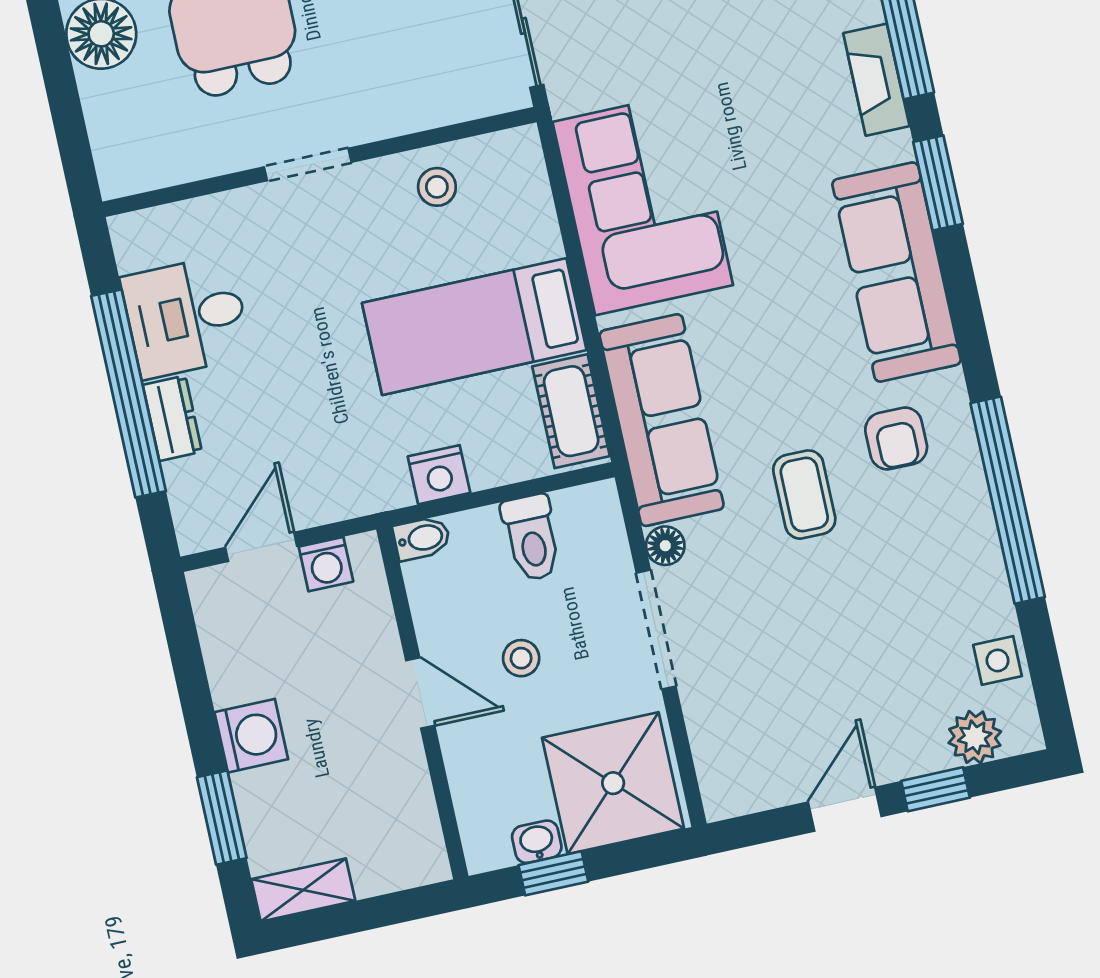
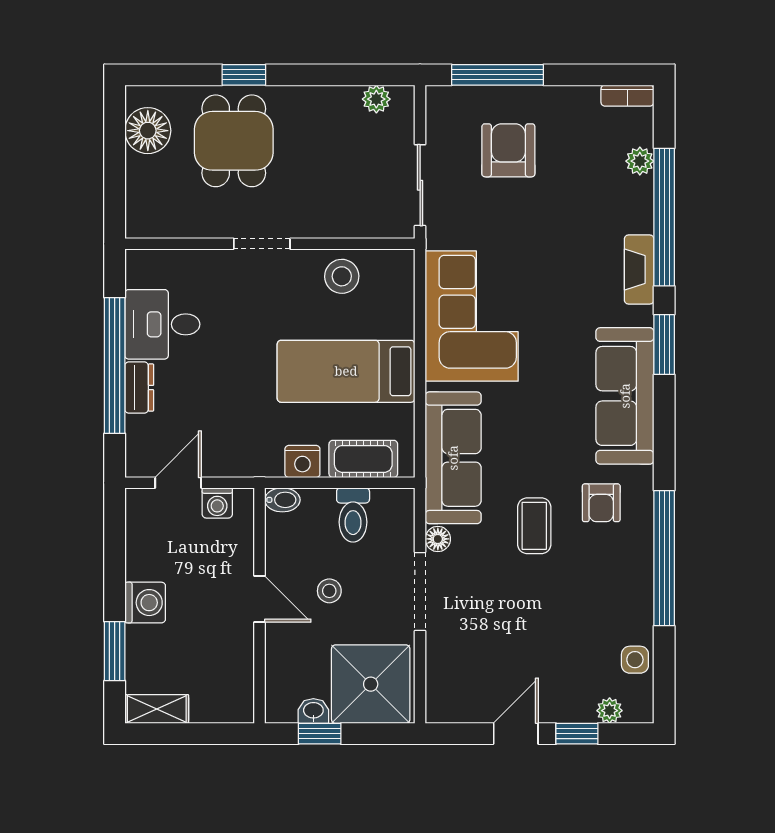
stool: (437, 187) -> (342, 276), width x1.37, depth x1.37
cot: (571, 411) -> (363, 459), moved, turned 90
plant: (975, 737) -> (610, 711), width x0.73, depth x0.73

